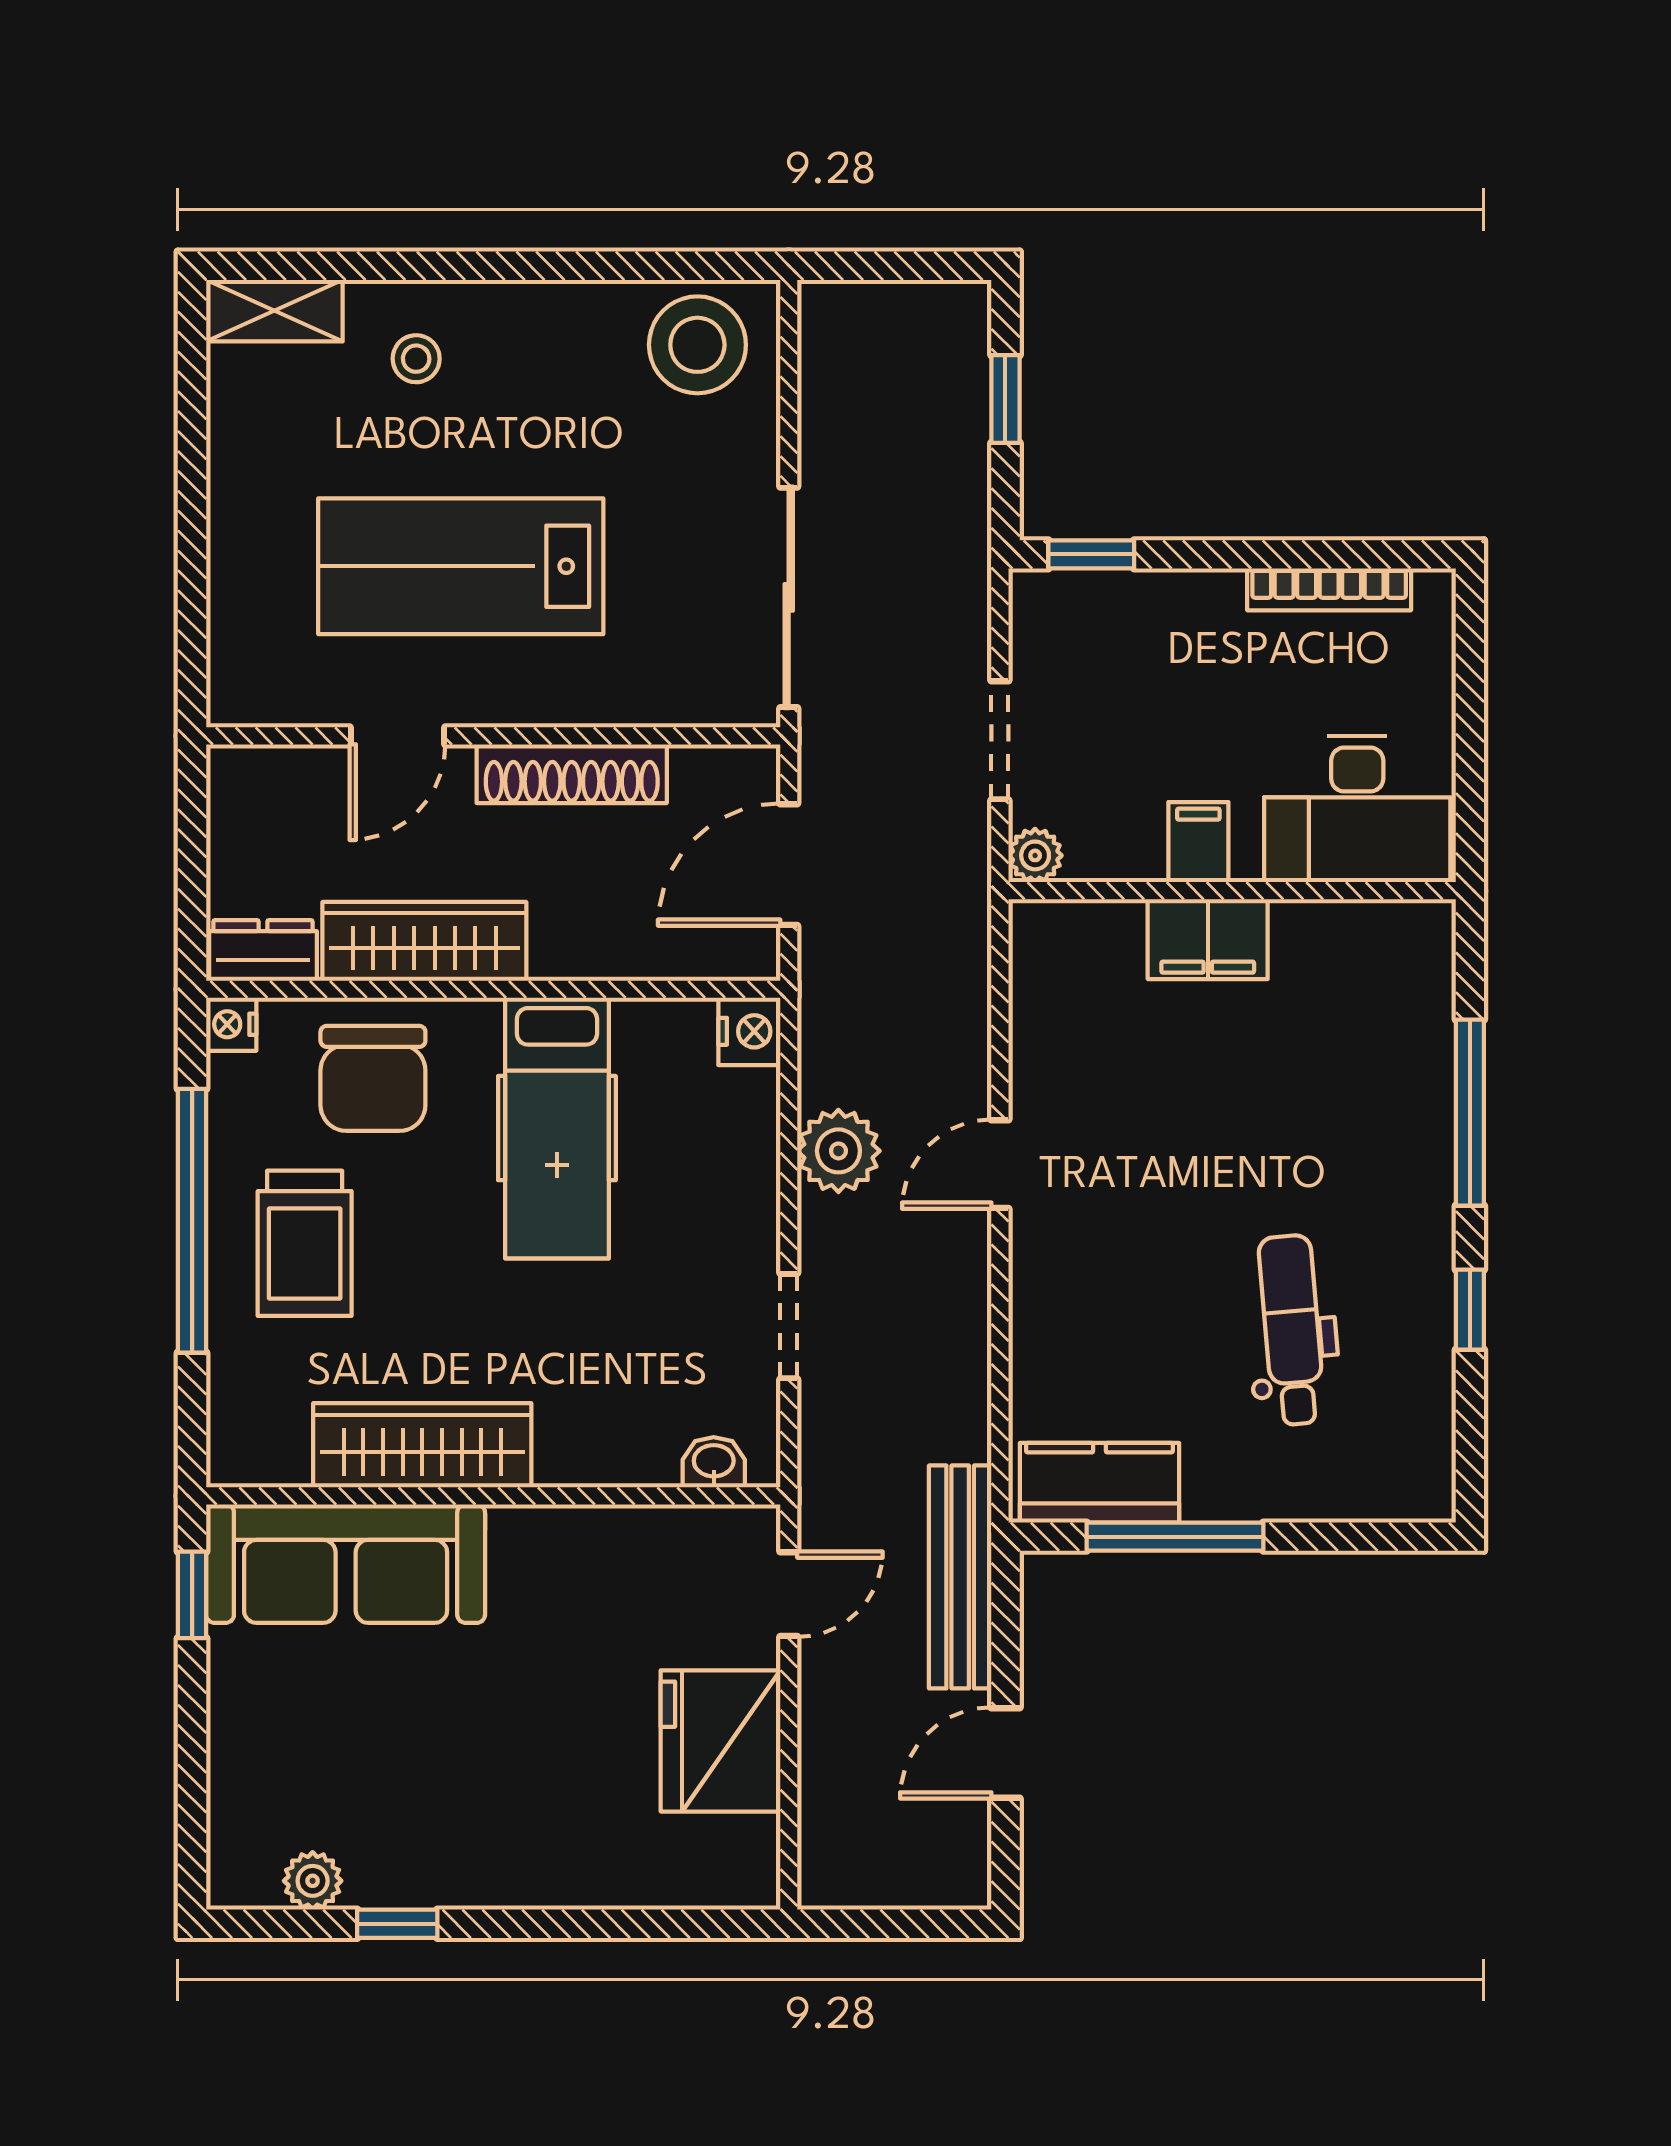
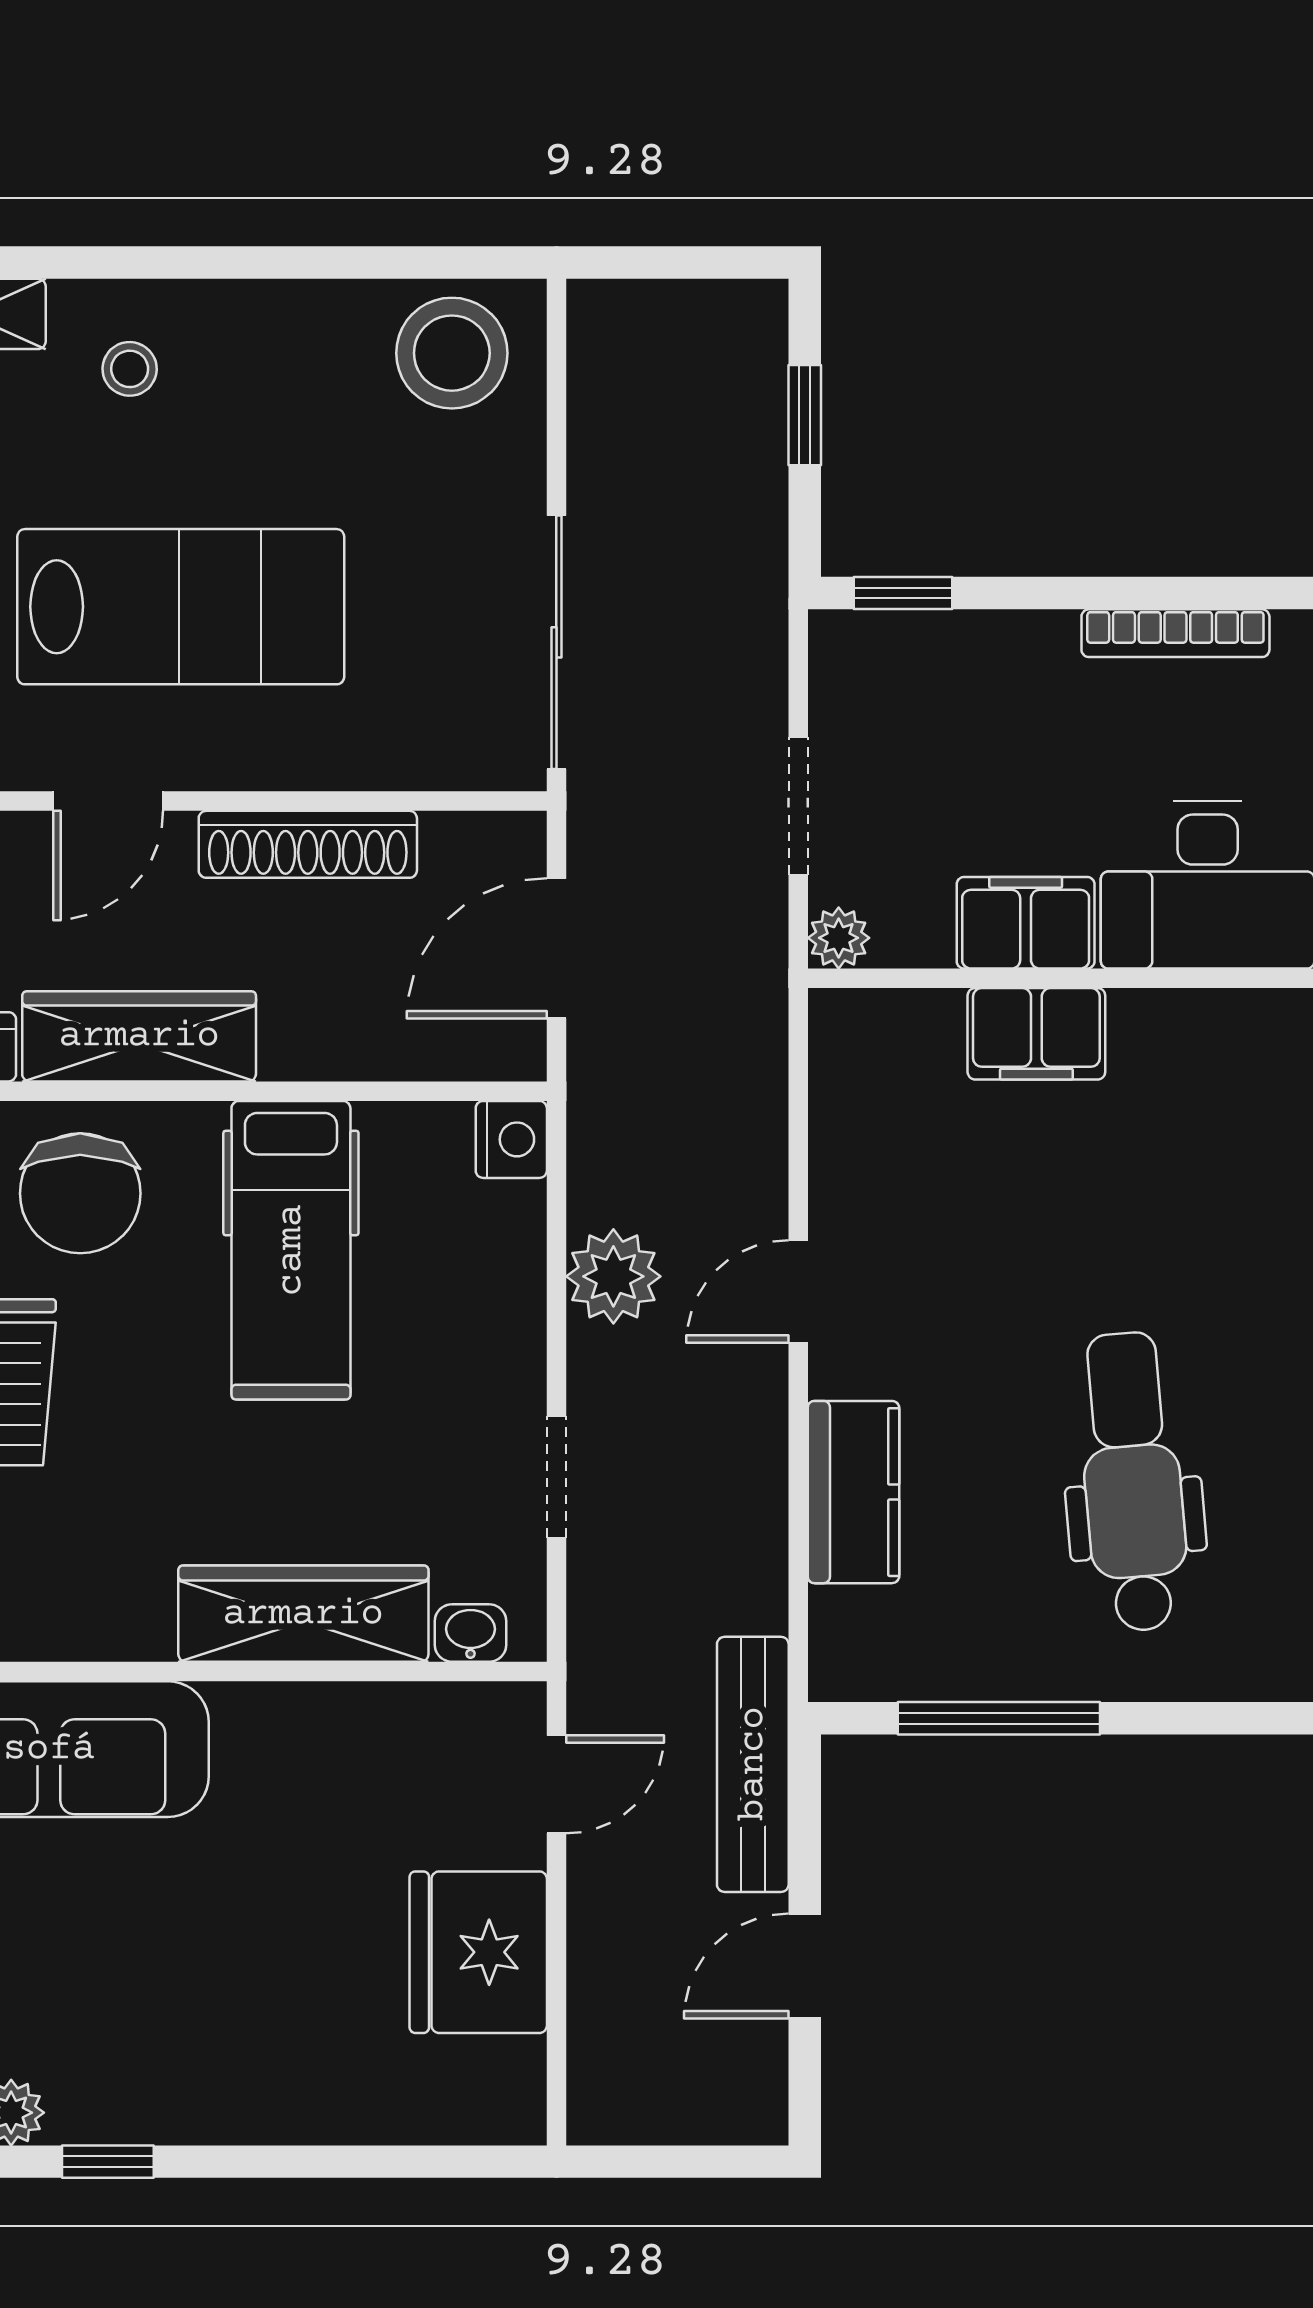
lab bench: (461, 566) -> (181, 607), turned 180
filing cabinet: (1198, 842) -> (1026, 923), width x2.00
dental chair: (1292, 1330) -> (1133, 1482), width x1.36, depth x1.38
wardrobe: (422, 1445) -> (303, 1614), moved
kitchen counter: (1099, 1483) -> (854, 1492), moved, turned 90

